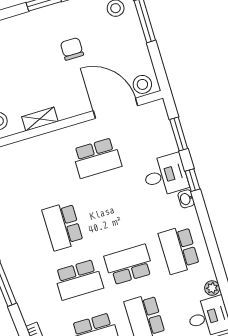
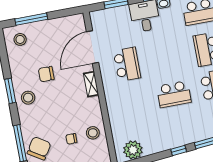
stool: (142, 84) -> (28, 98), moved
shelving: (40, 119) -> (91, 84), moved

